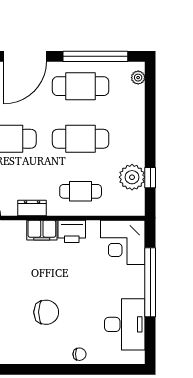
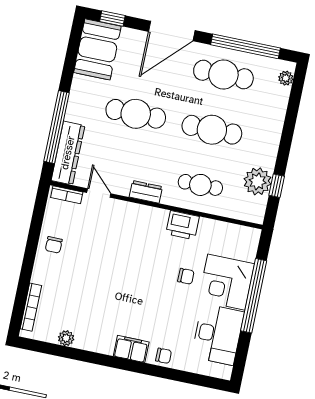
filing cabinet: (42, 230) -> (131, 349), moved, turned 180
corner desk: (123, 242) -> (226, 282), moved
chair: (46, 312) -> (186, 276), moved, width x0.54, depth x0.54

